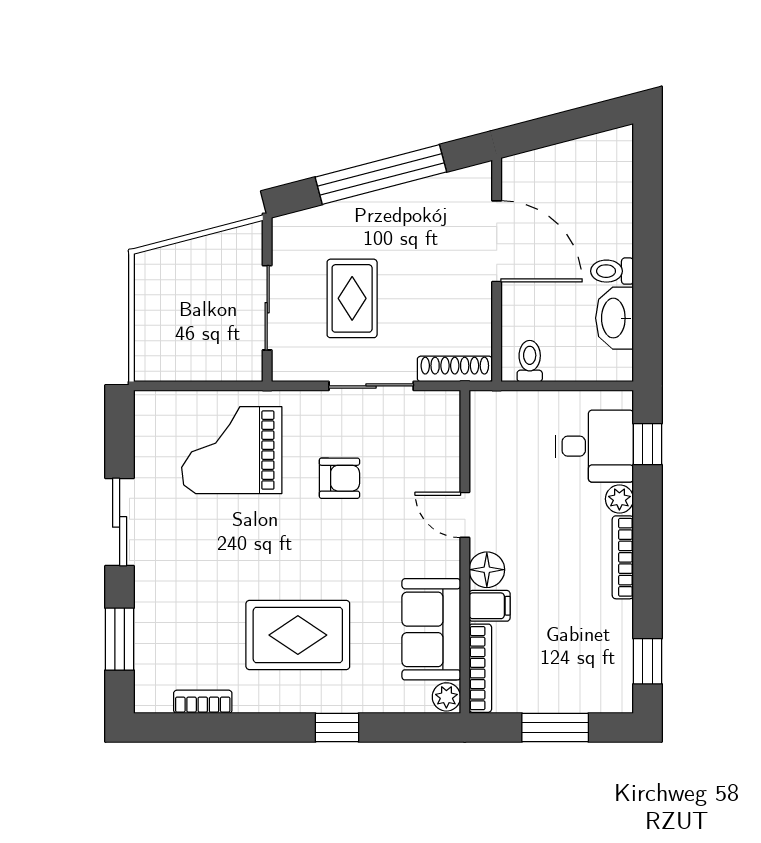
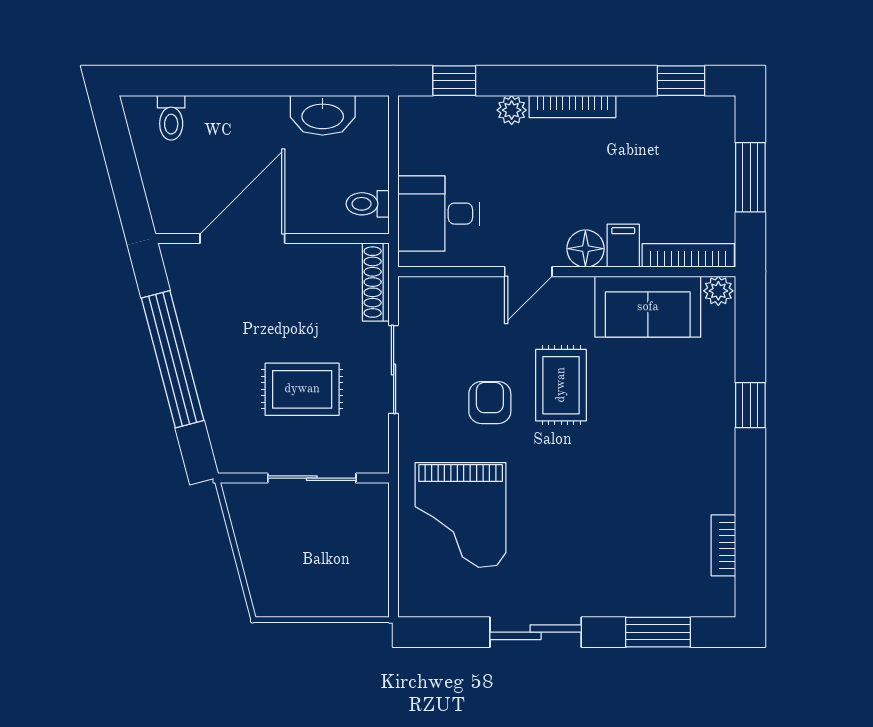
toilet: (612, 271) -> (171, 118), moved
desk: (595, 446) -> (438, 214), moved, turned -90
rug: (298, 635) -> (561, 385), moved, width x0.73, depth x0.70

